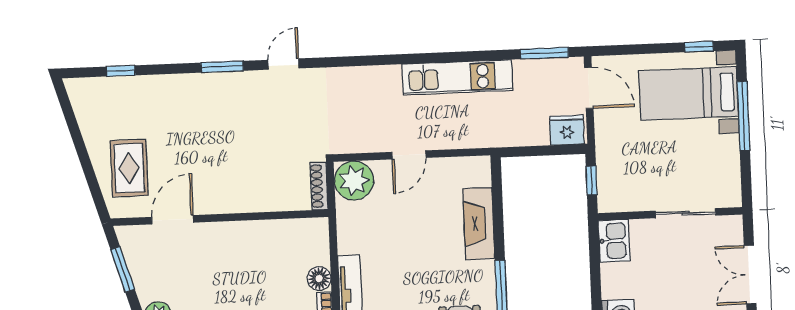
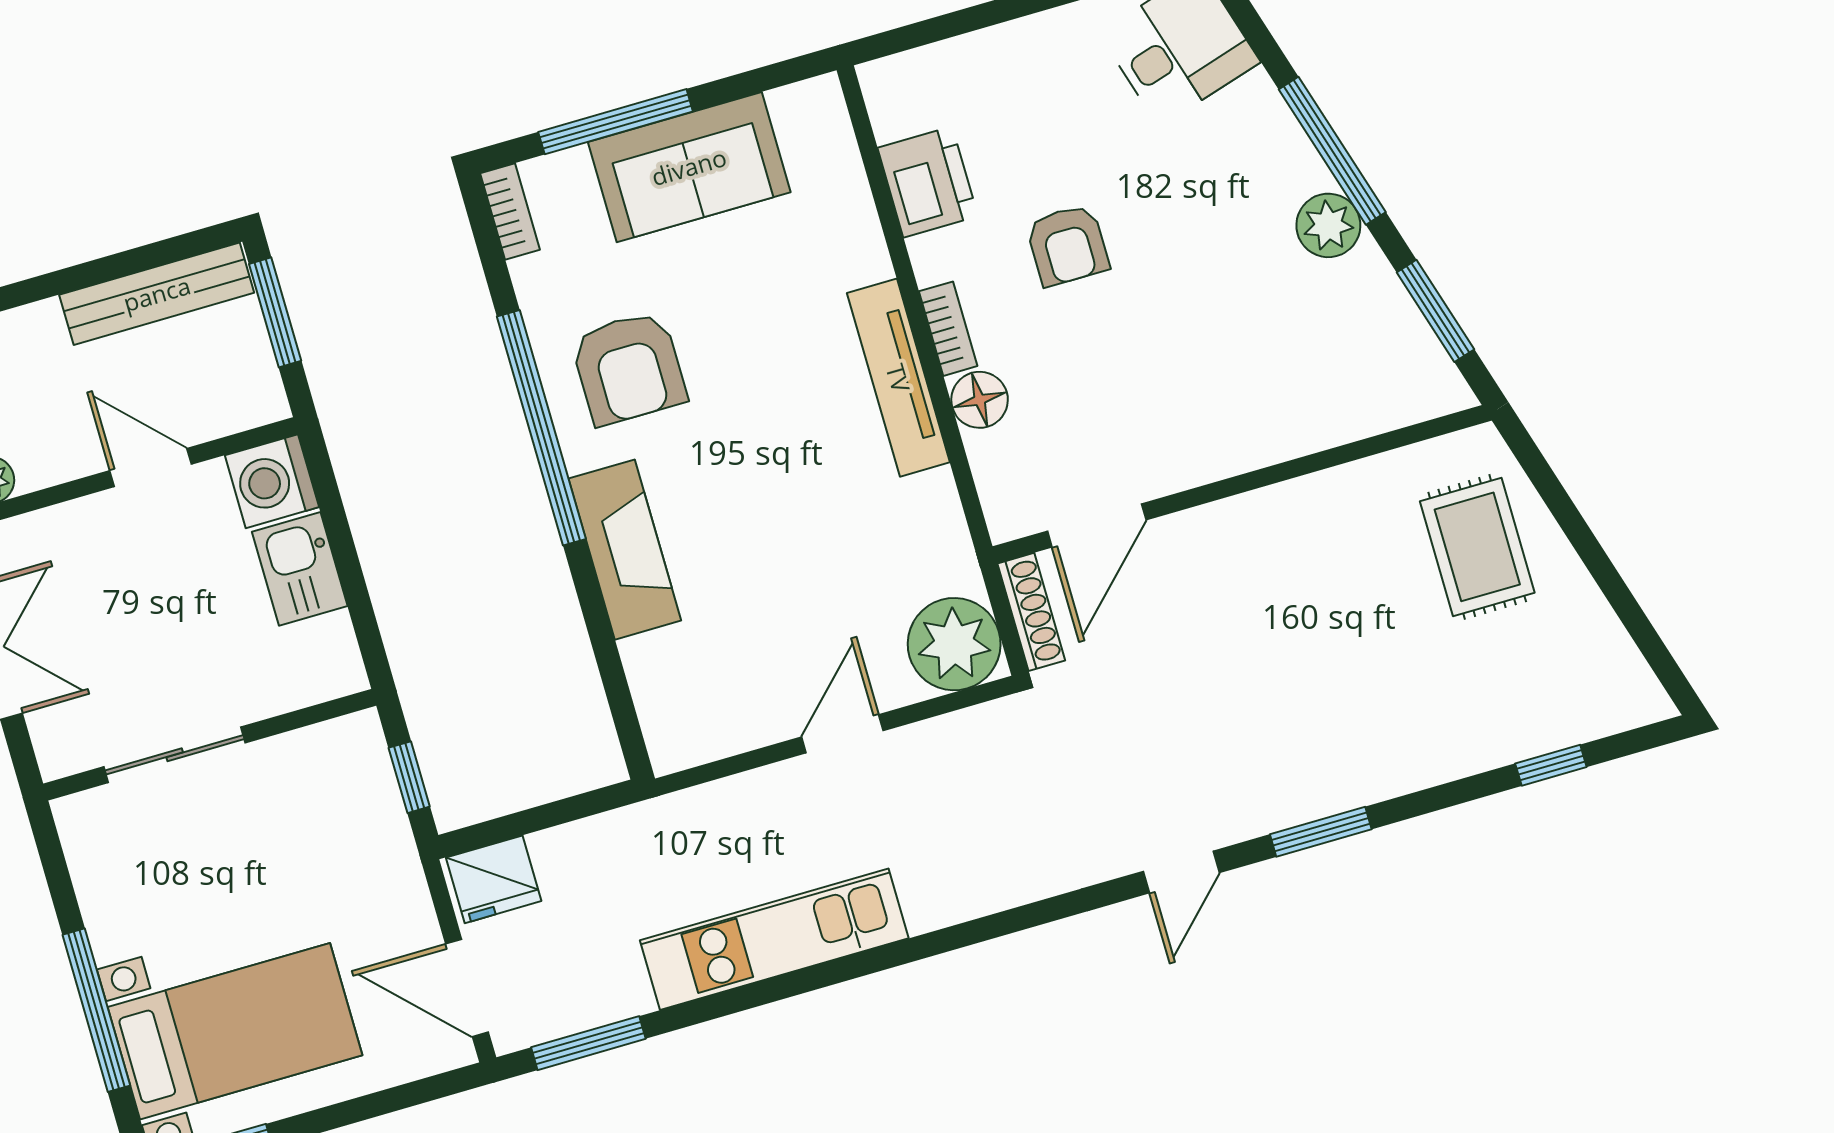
door: (173, 220) -> (1097, 525), moved
fireplace: (479, 224) -> (625, 550), moved
kitchen sink: (614, 241) -> (300, 569), moved

